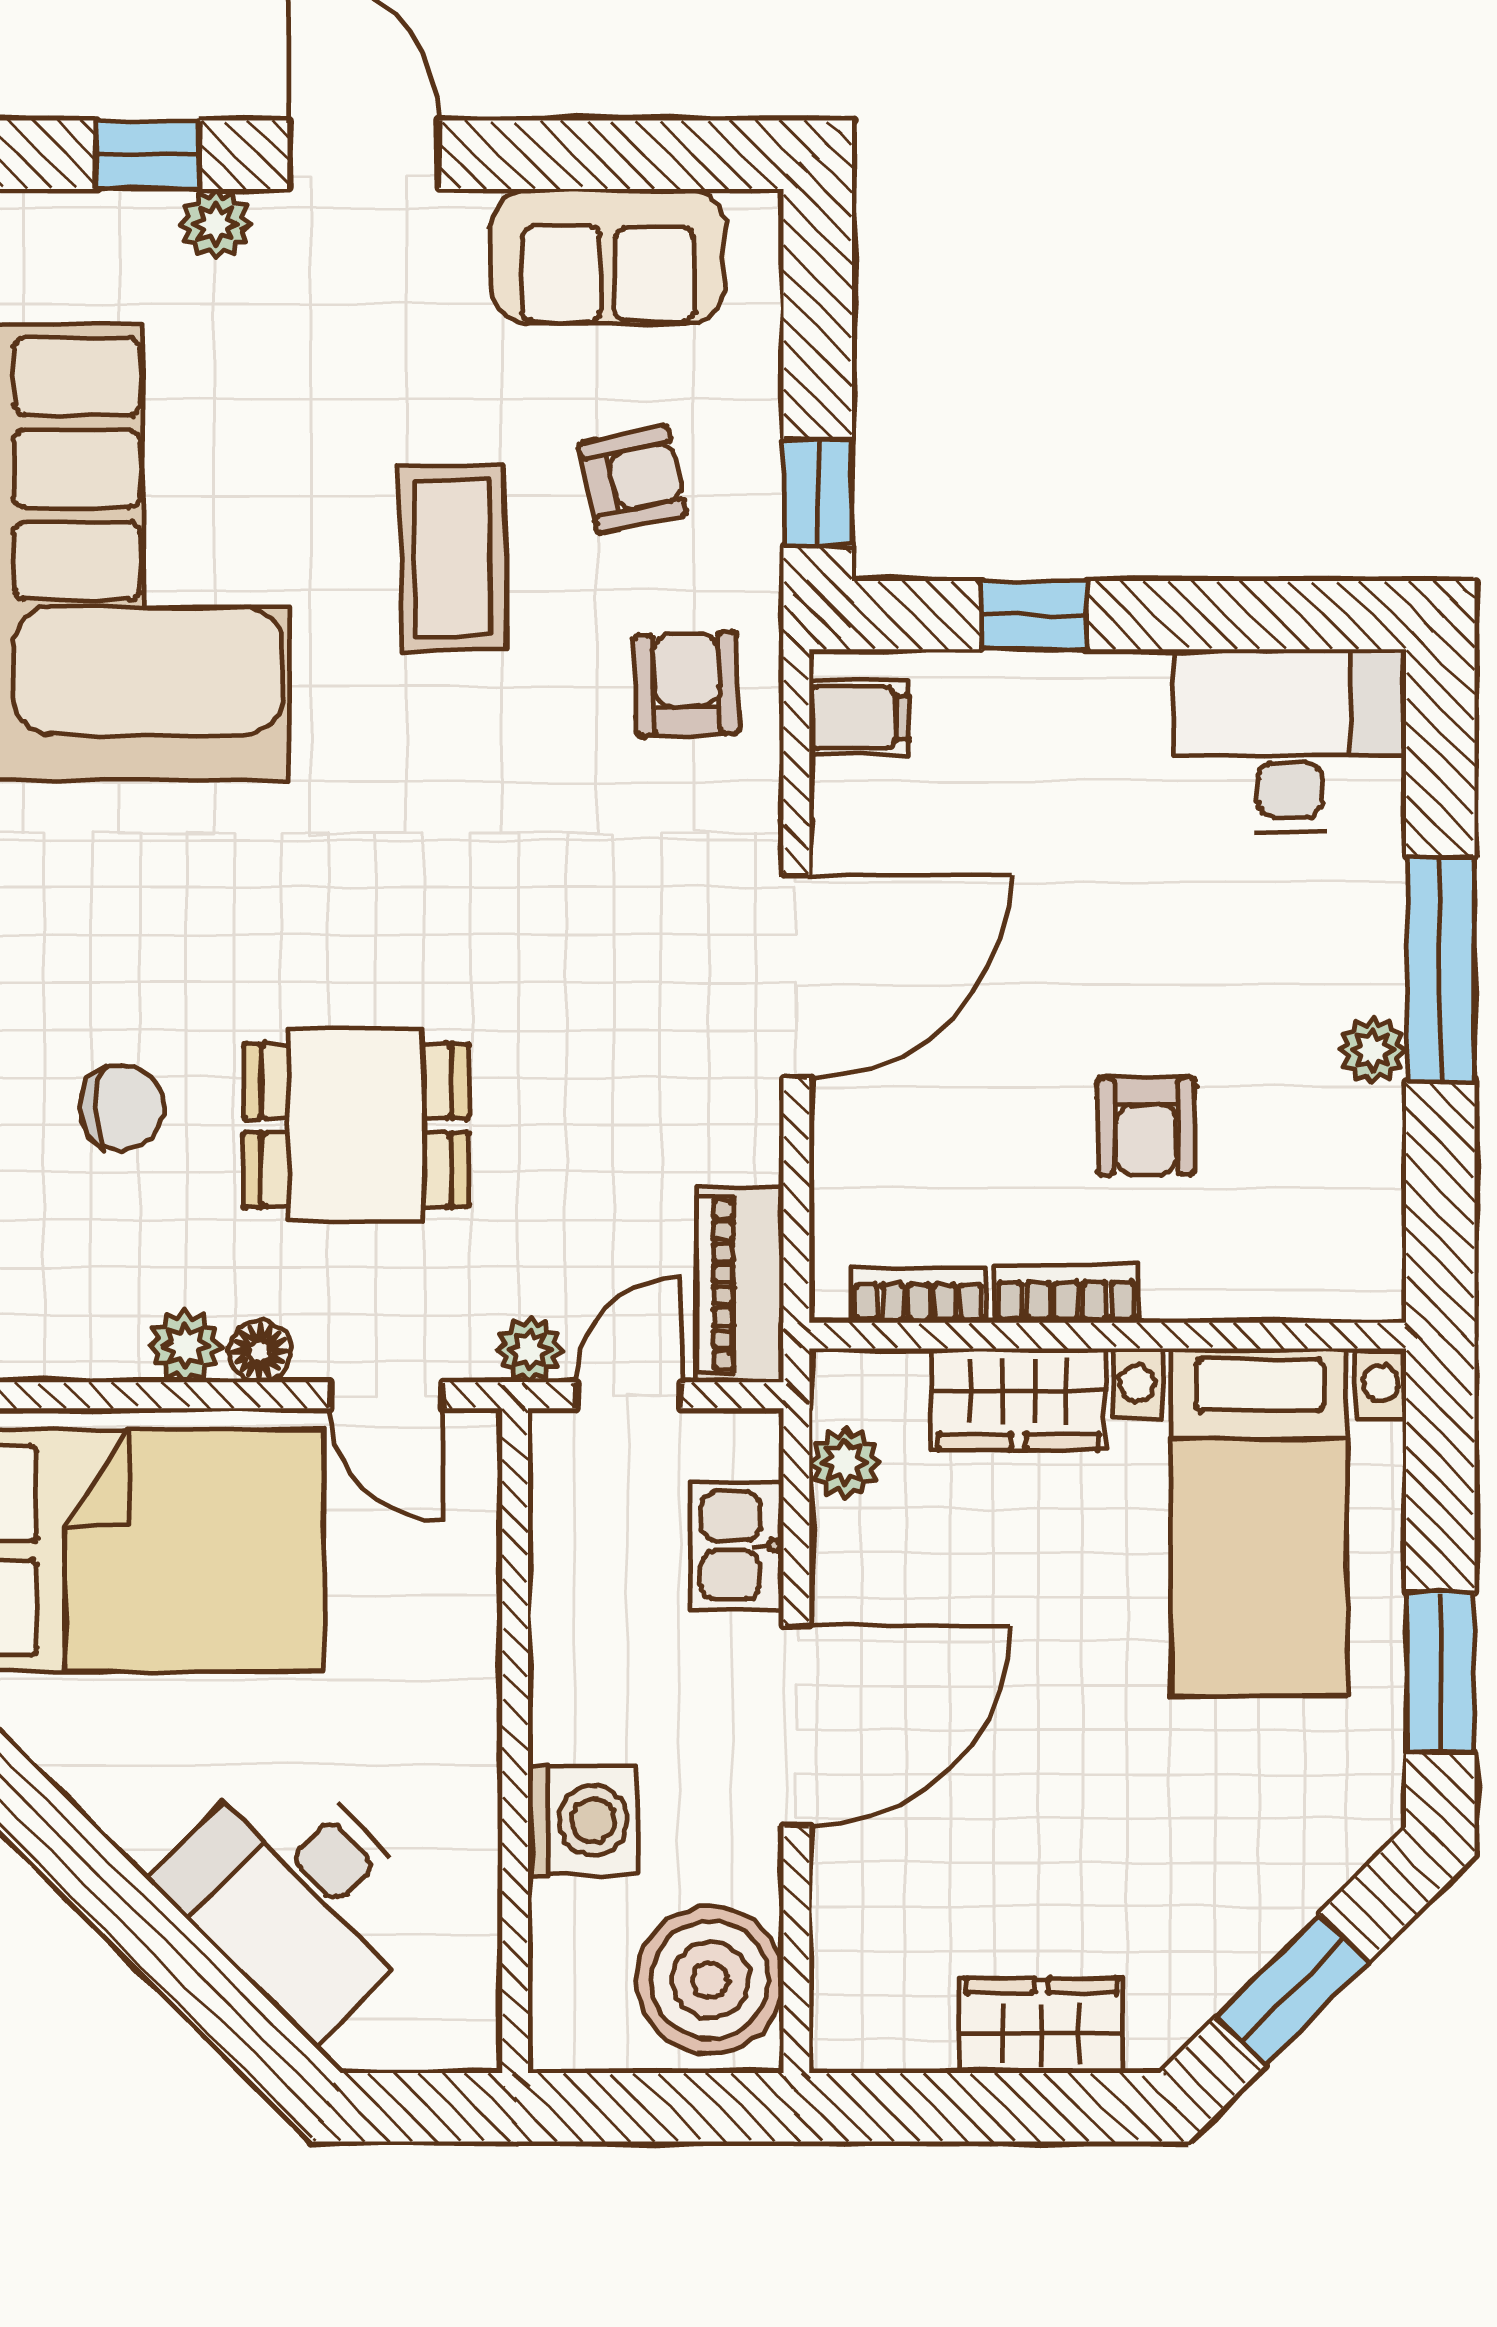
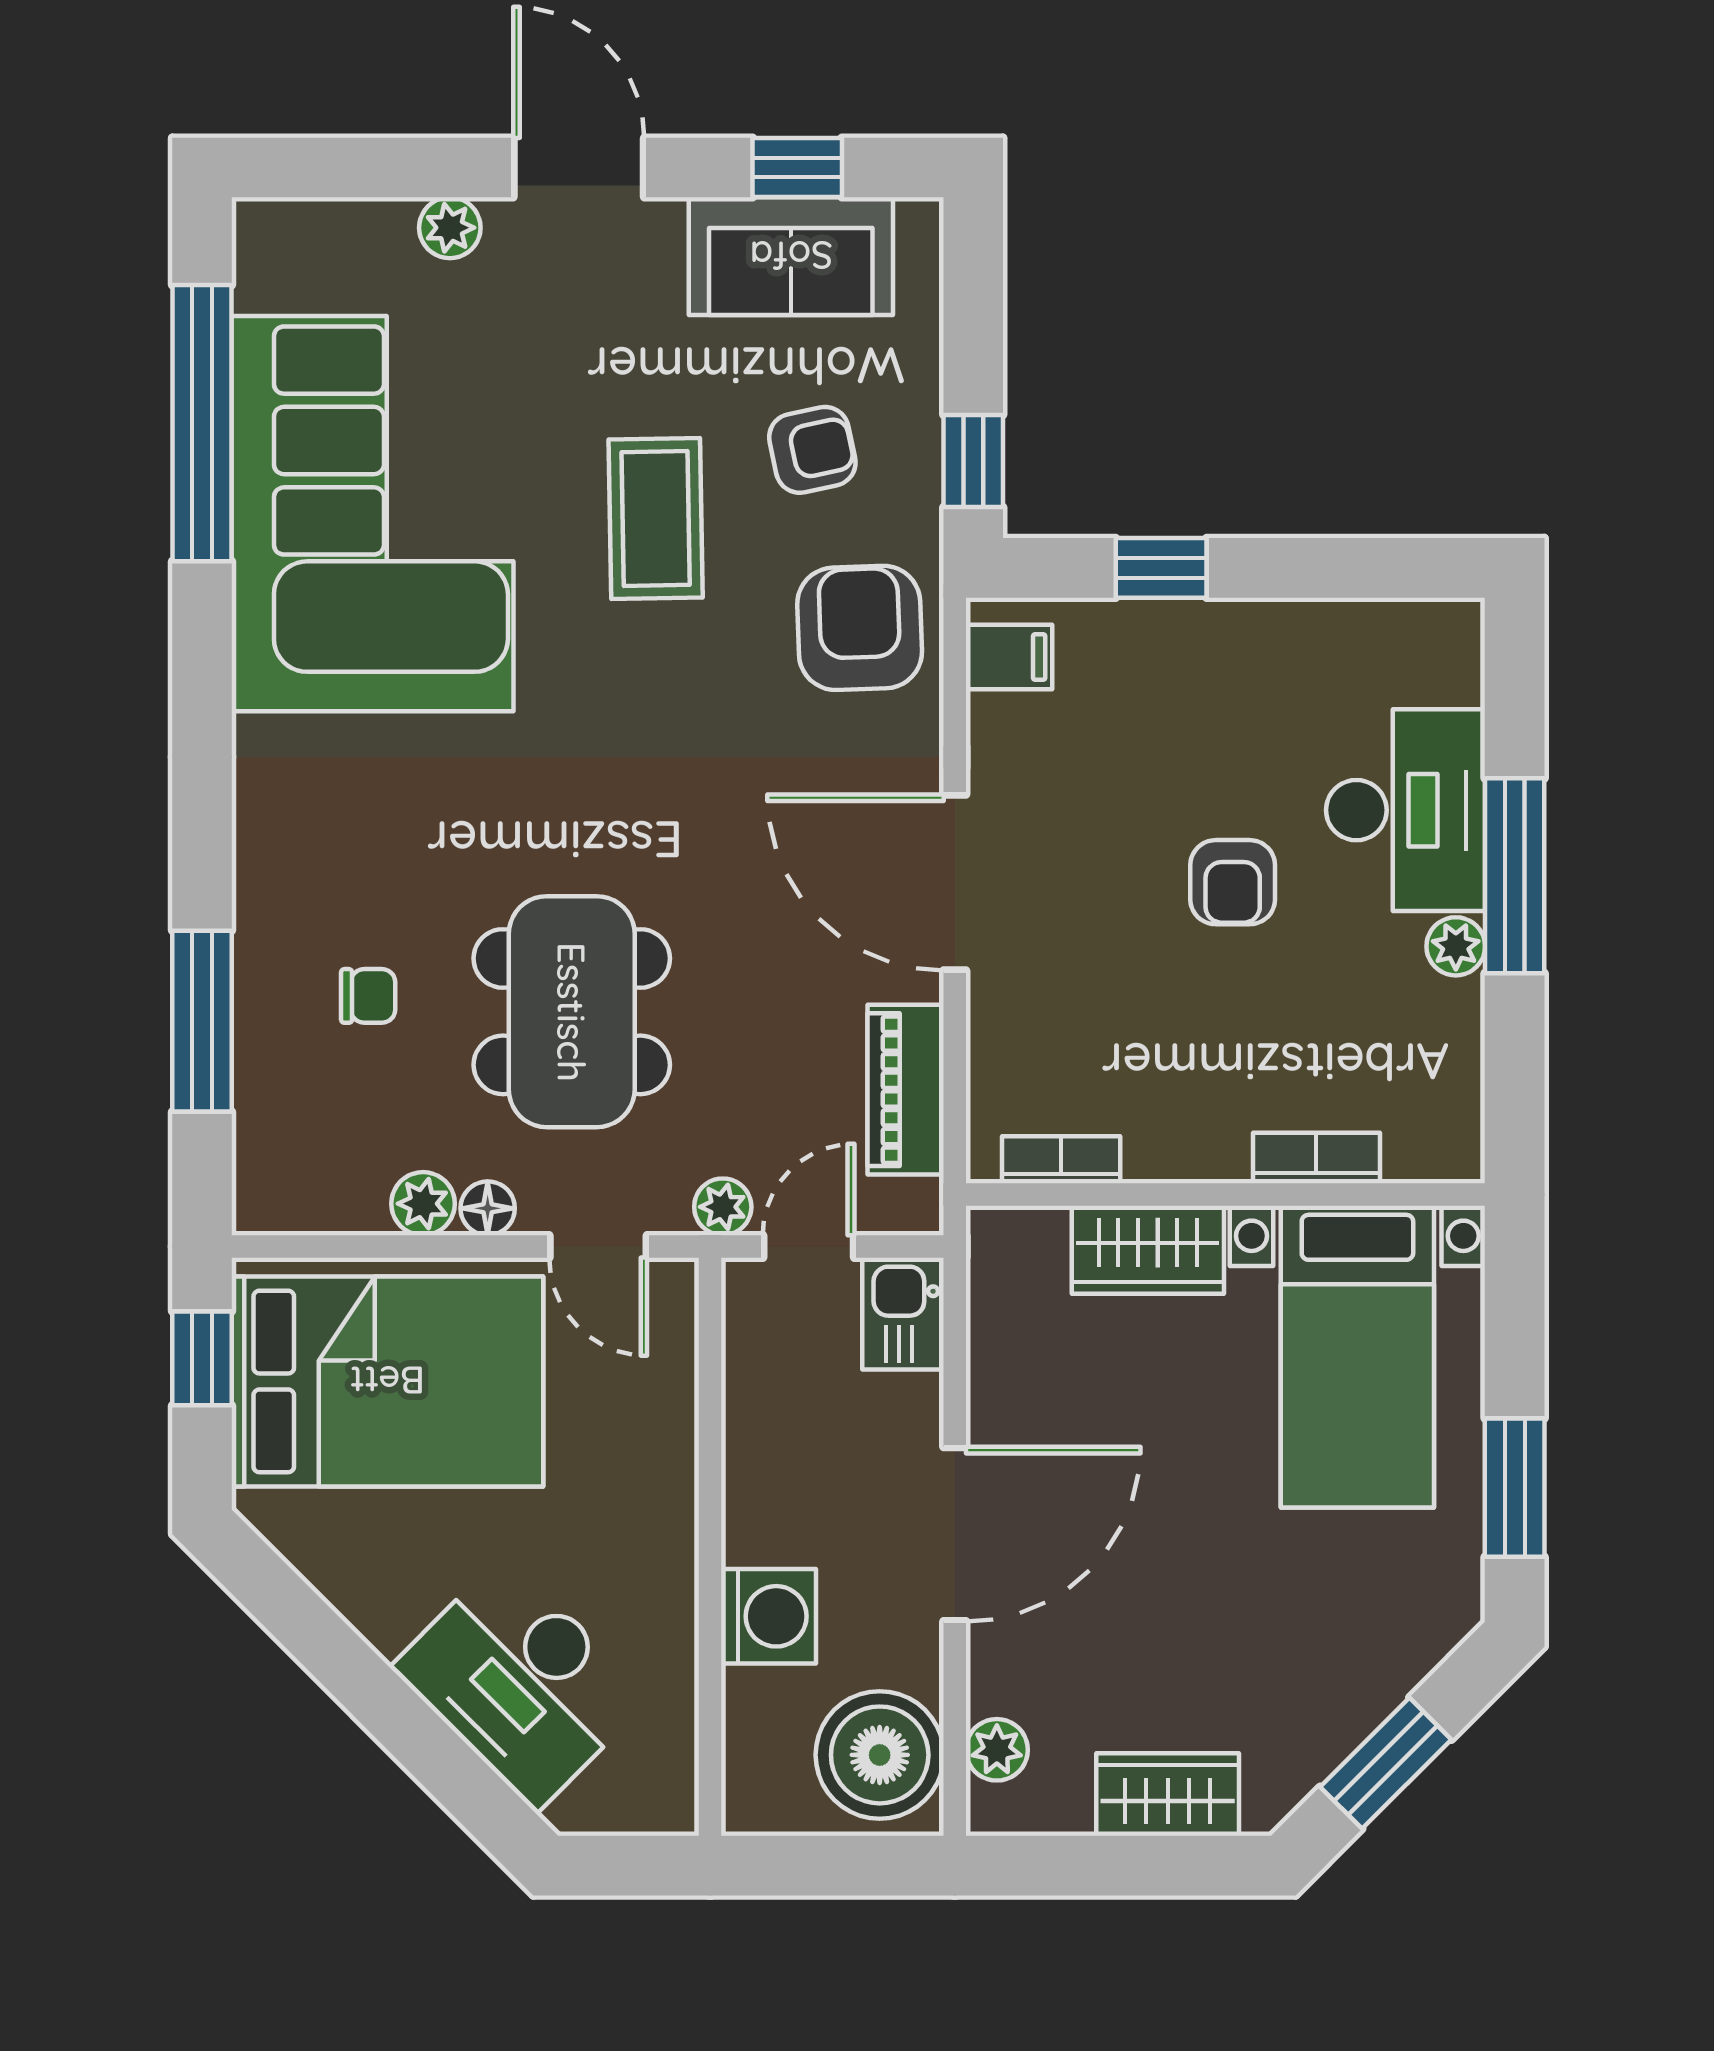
window: (148, 155) -> (797, 167), moved
armchair: (687, 684) -> (860, 628), width x1.38, depth x1.38
desk: (1290, 741) -> (1406, 810), moved, turned 90
door: (796, 977) -> (955, 882), swing flipped
chair: (122, 1107) -> (368, 996), width x0.73, depth x0.73
dining table: (356, 1125) -> (572, 1012), width x1.37
armchair: (1146, 1126) -> (1233, 882), moved
piano: (740, 1285) -> (906, 1090), moved
bookcase: (1066, 1294) -> (1316, 1158), moved
plant: (845, 1463) -> (997, 1750), moved
kitchen sink: (737, 1545) -> (903, 1314), moved

